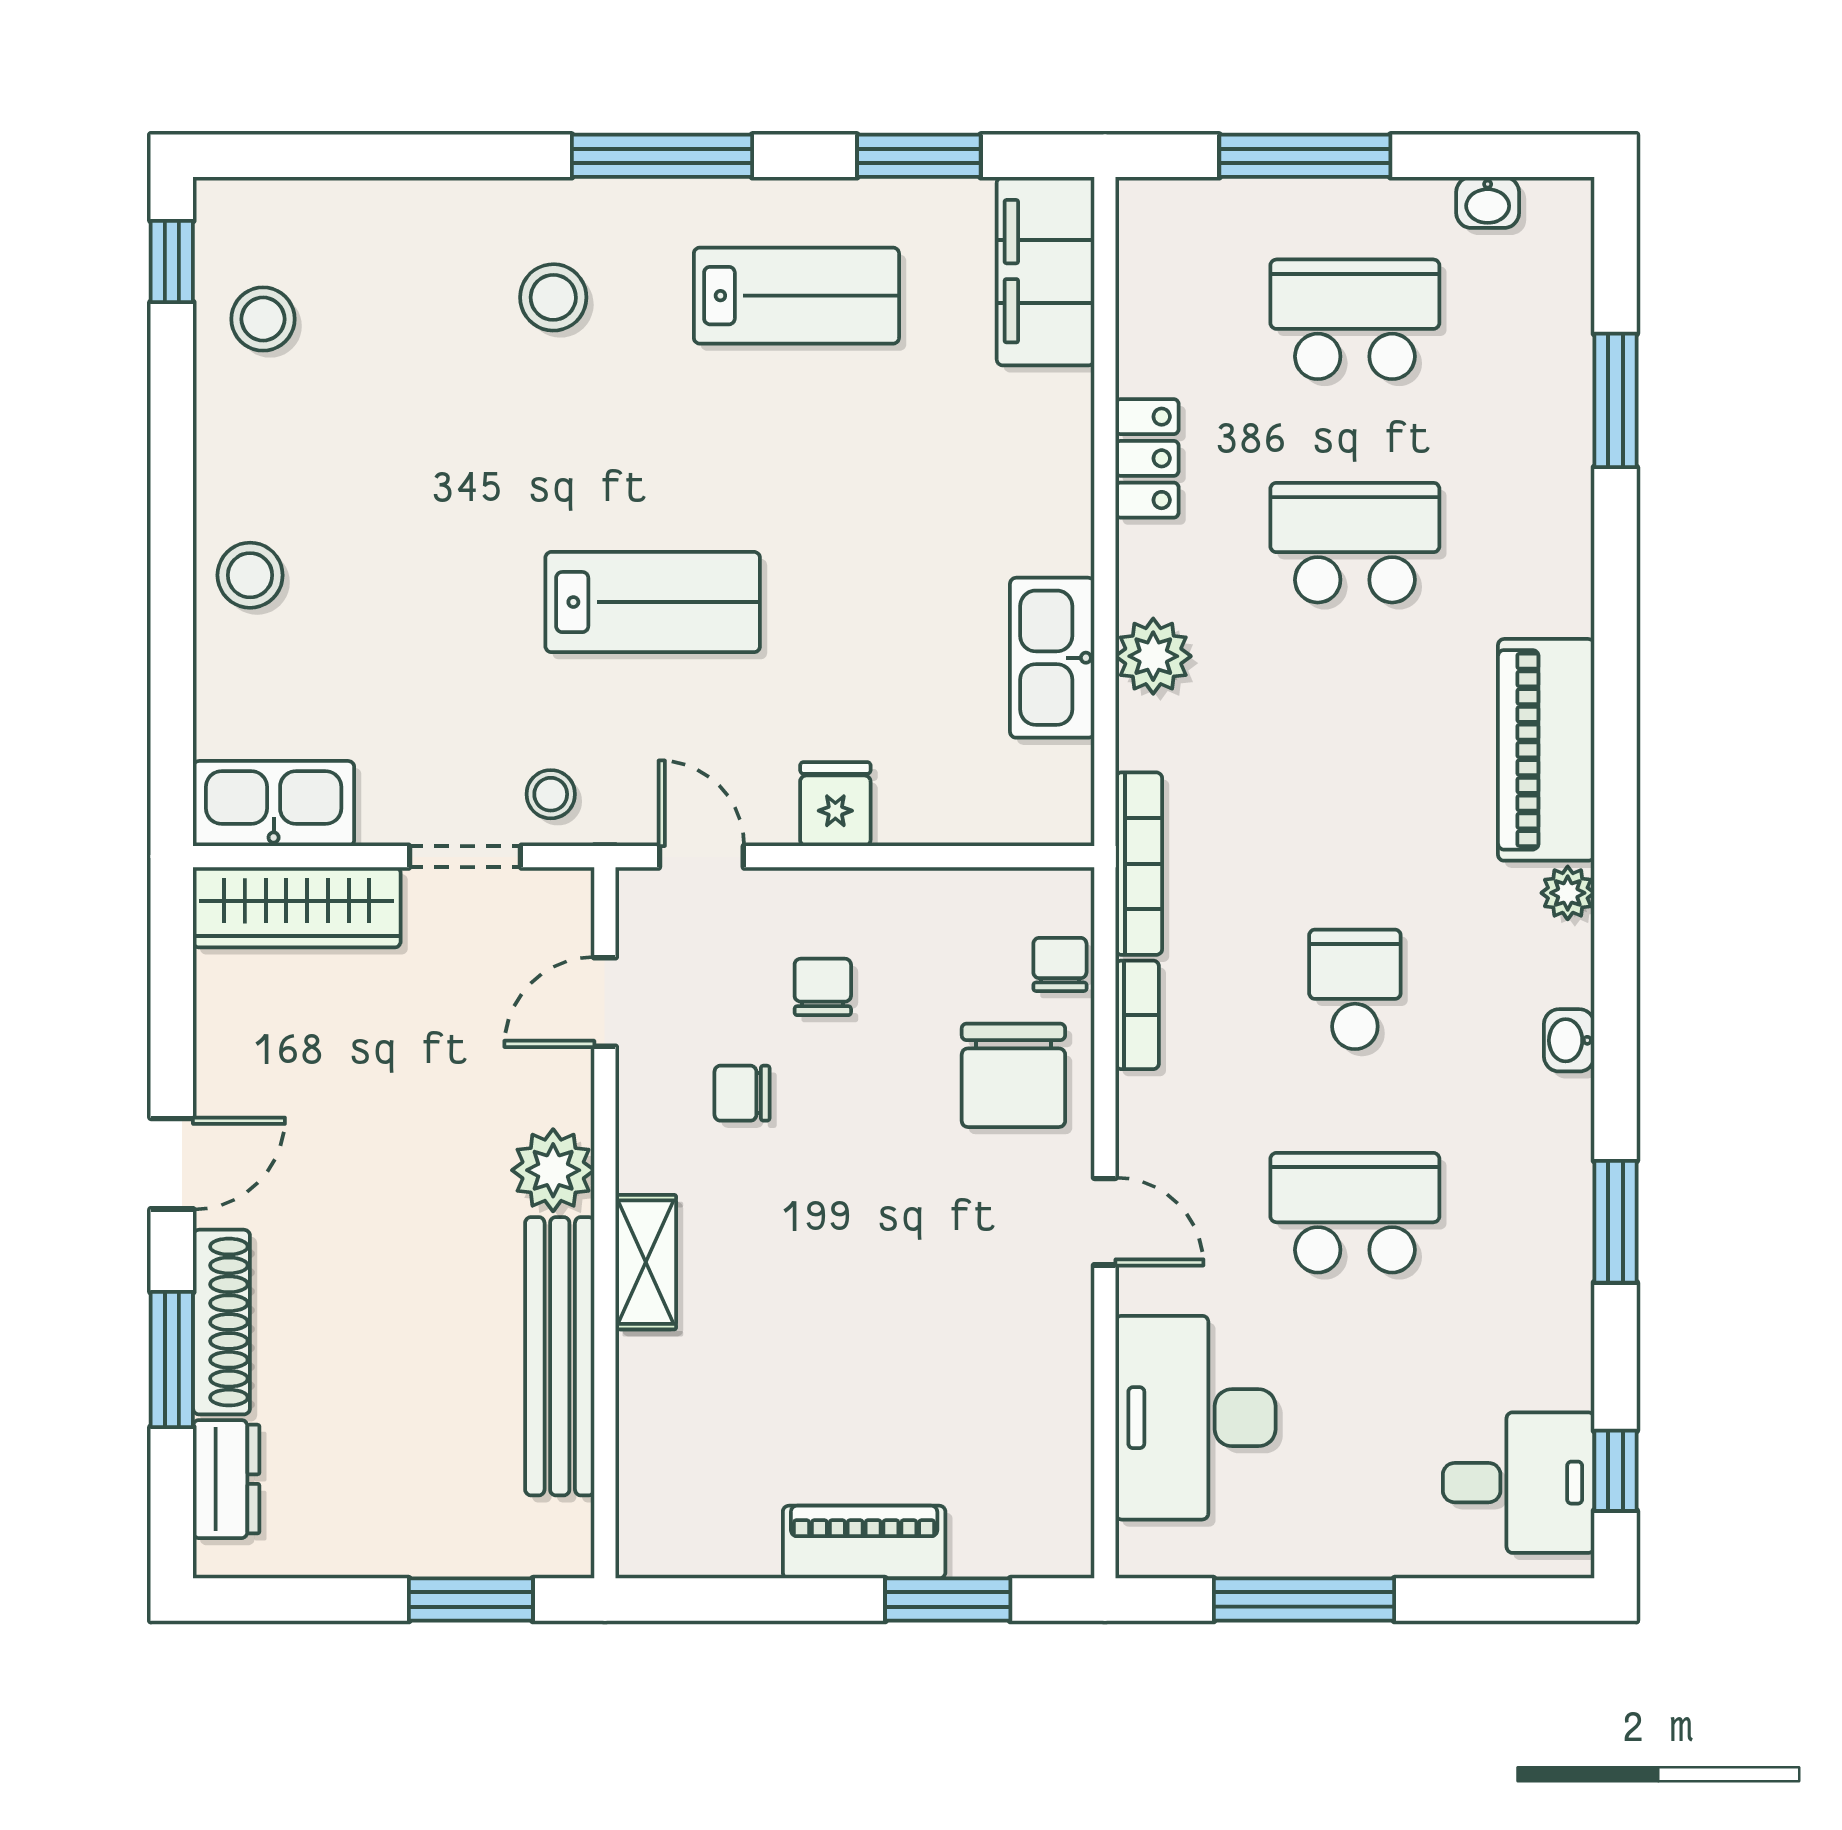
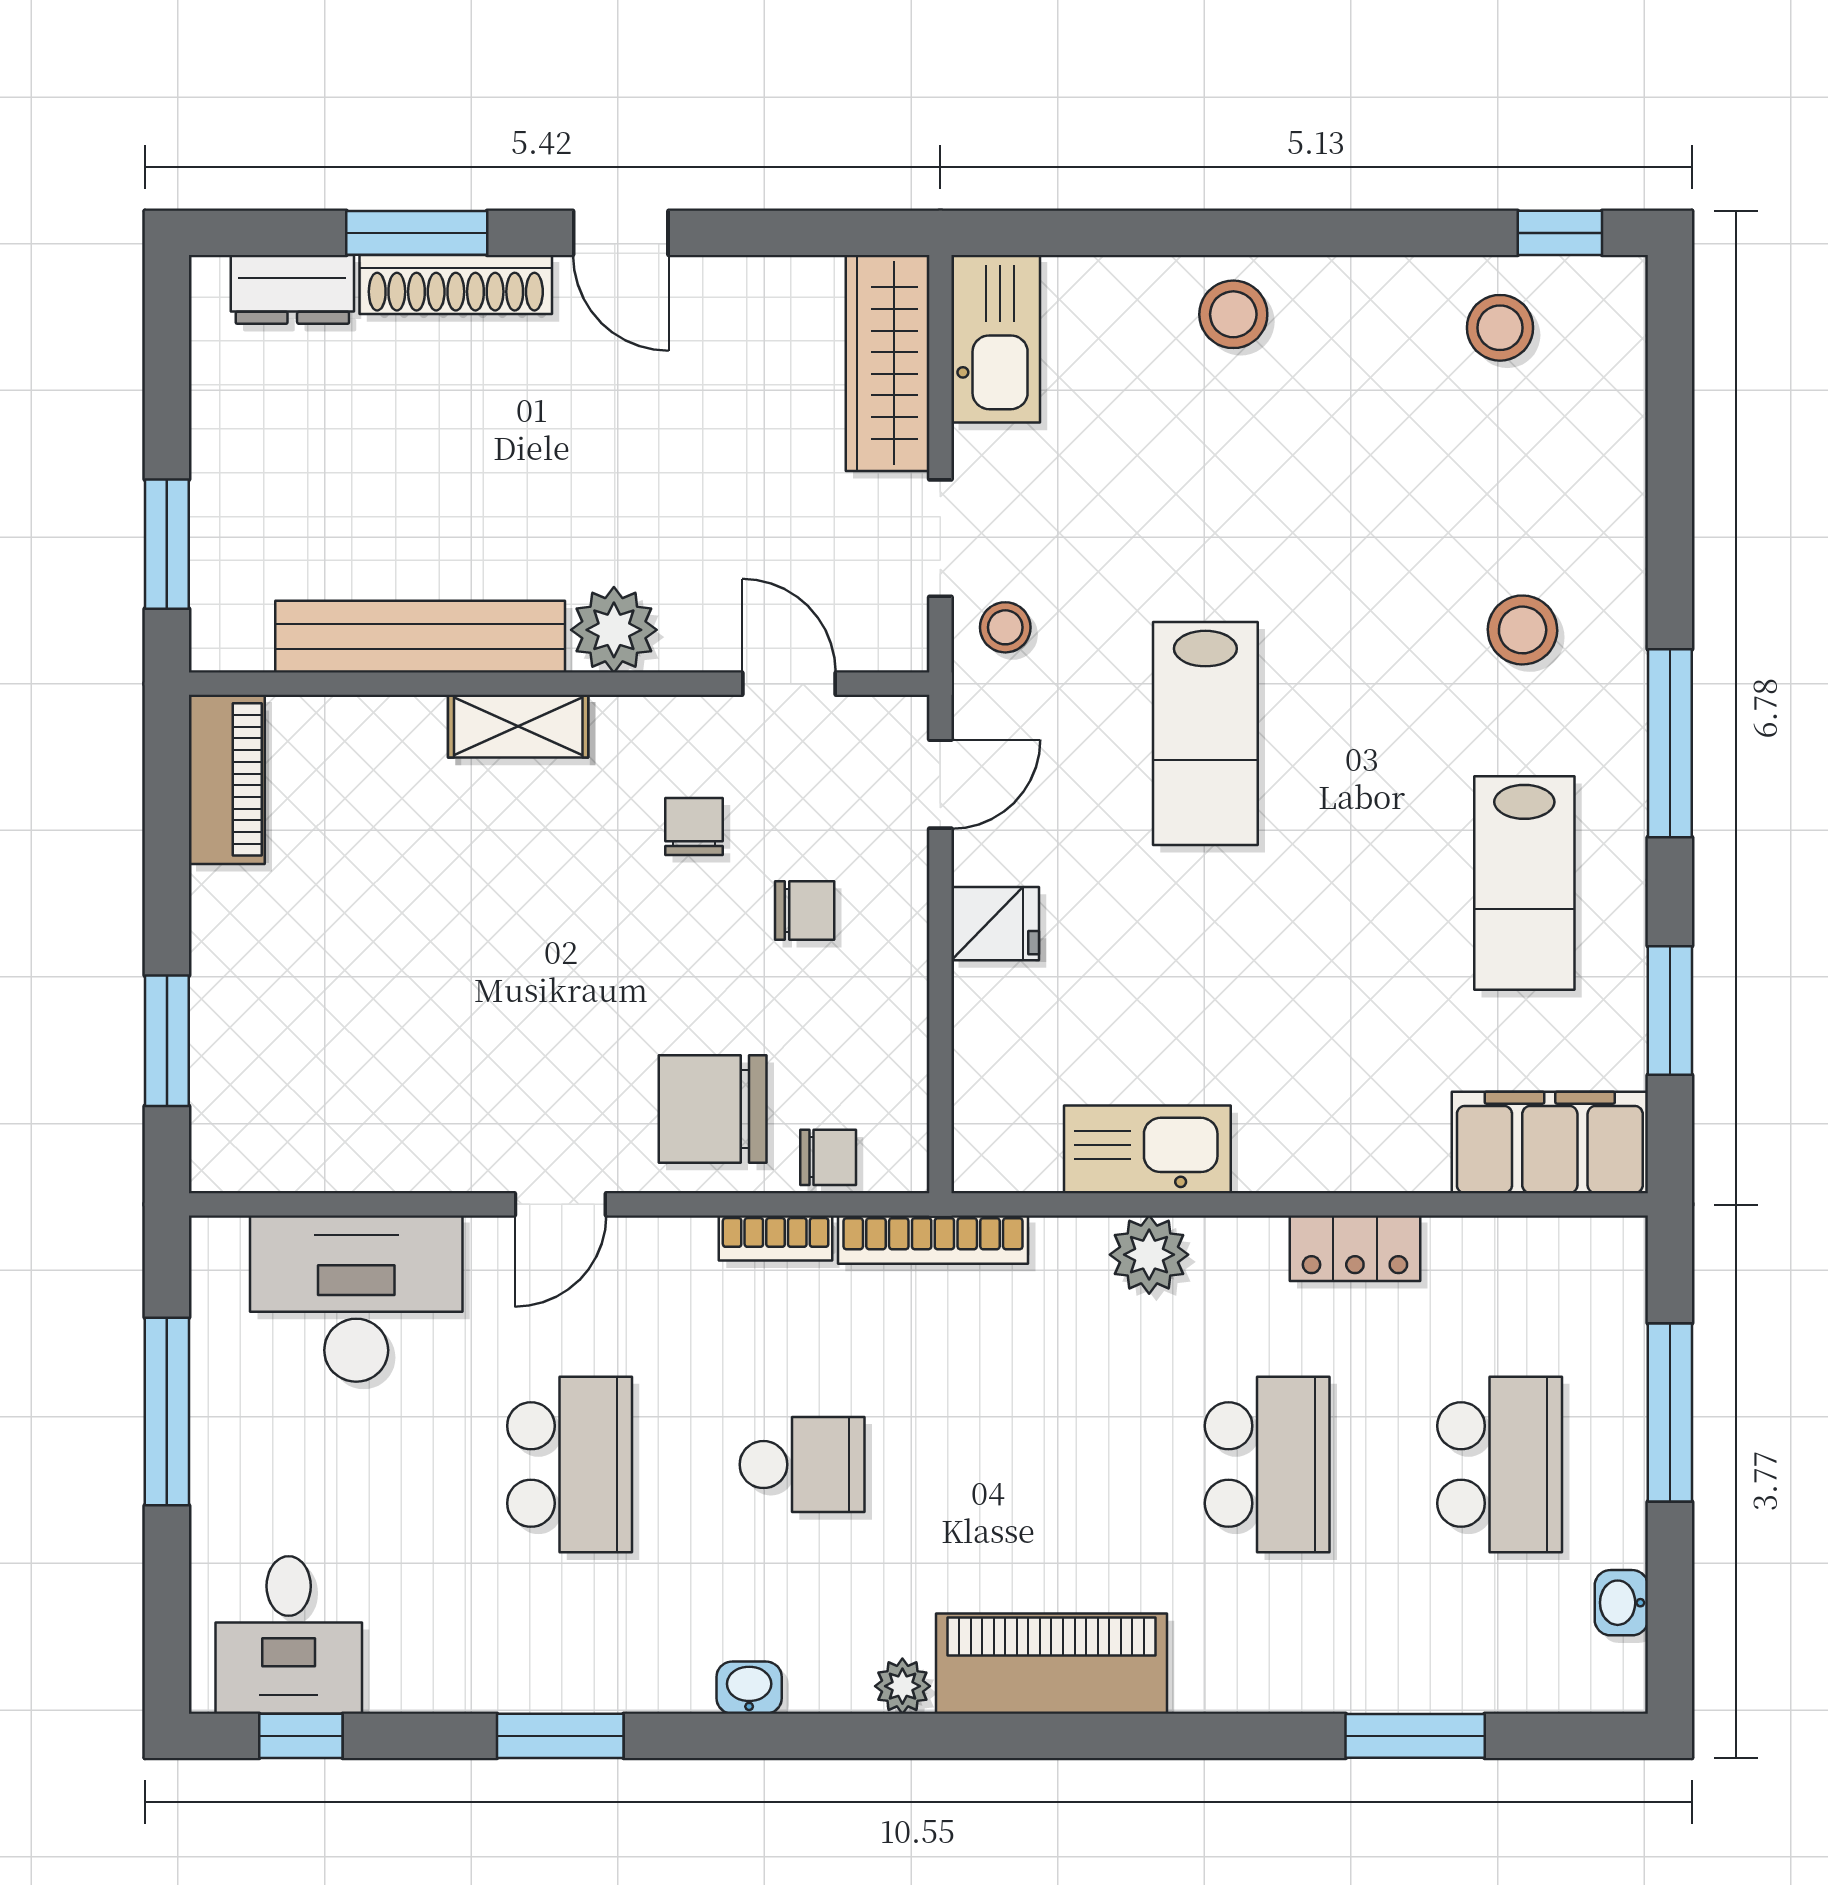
piano: (864, 1542) -> (227, 779), moved

